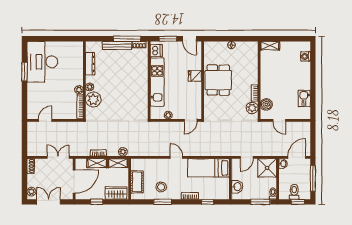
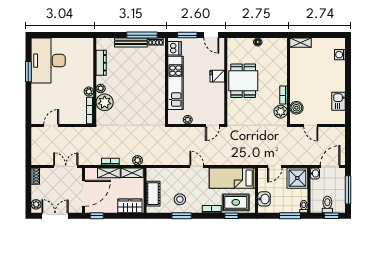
rug: (212, 190) -> (236, 202), added
window: (97, 202) -> (97, 216), moved

